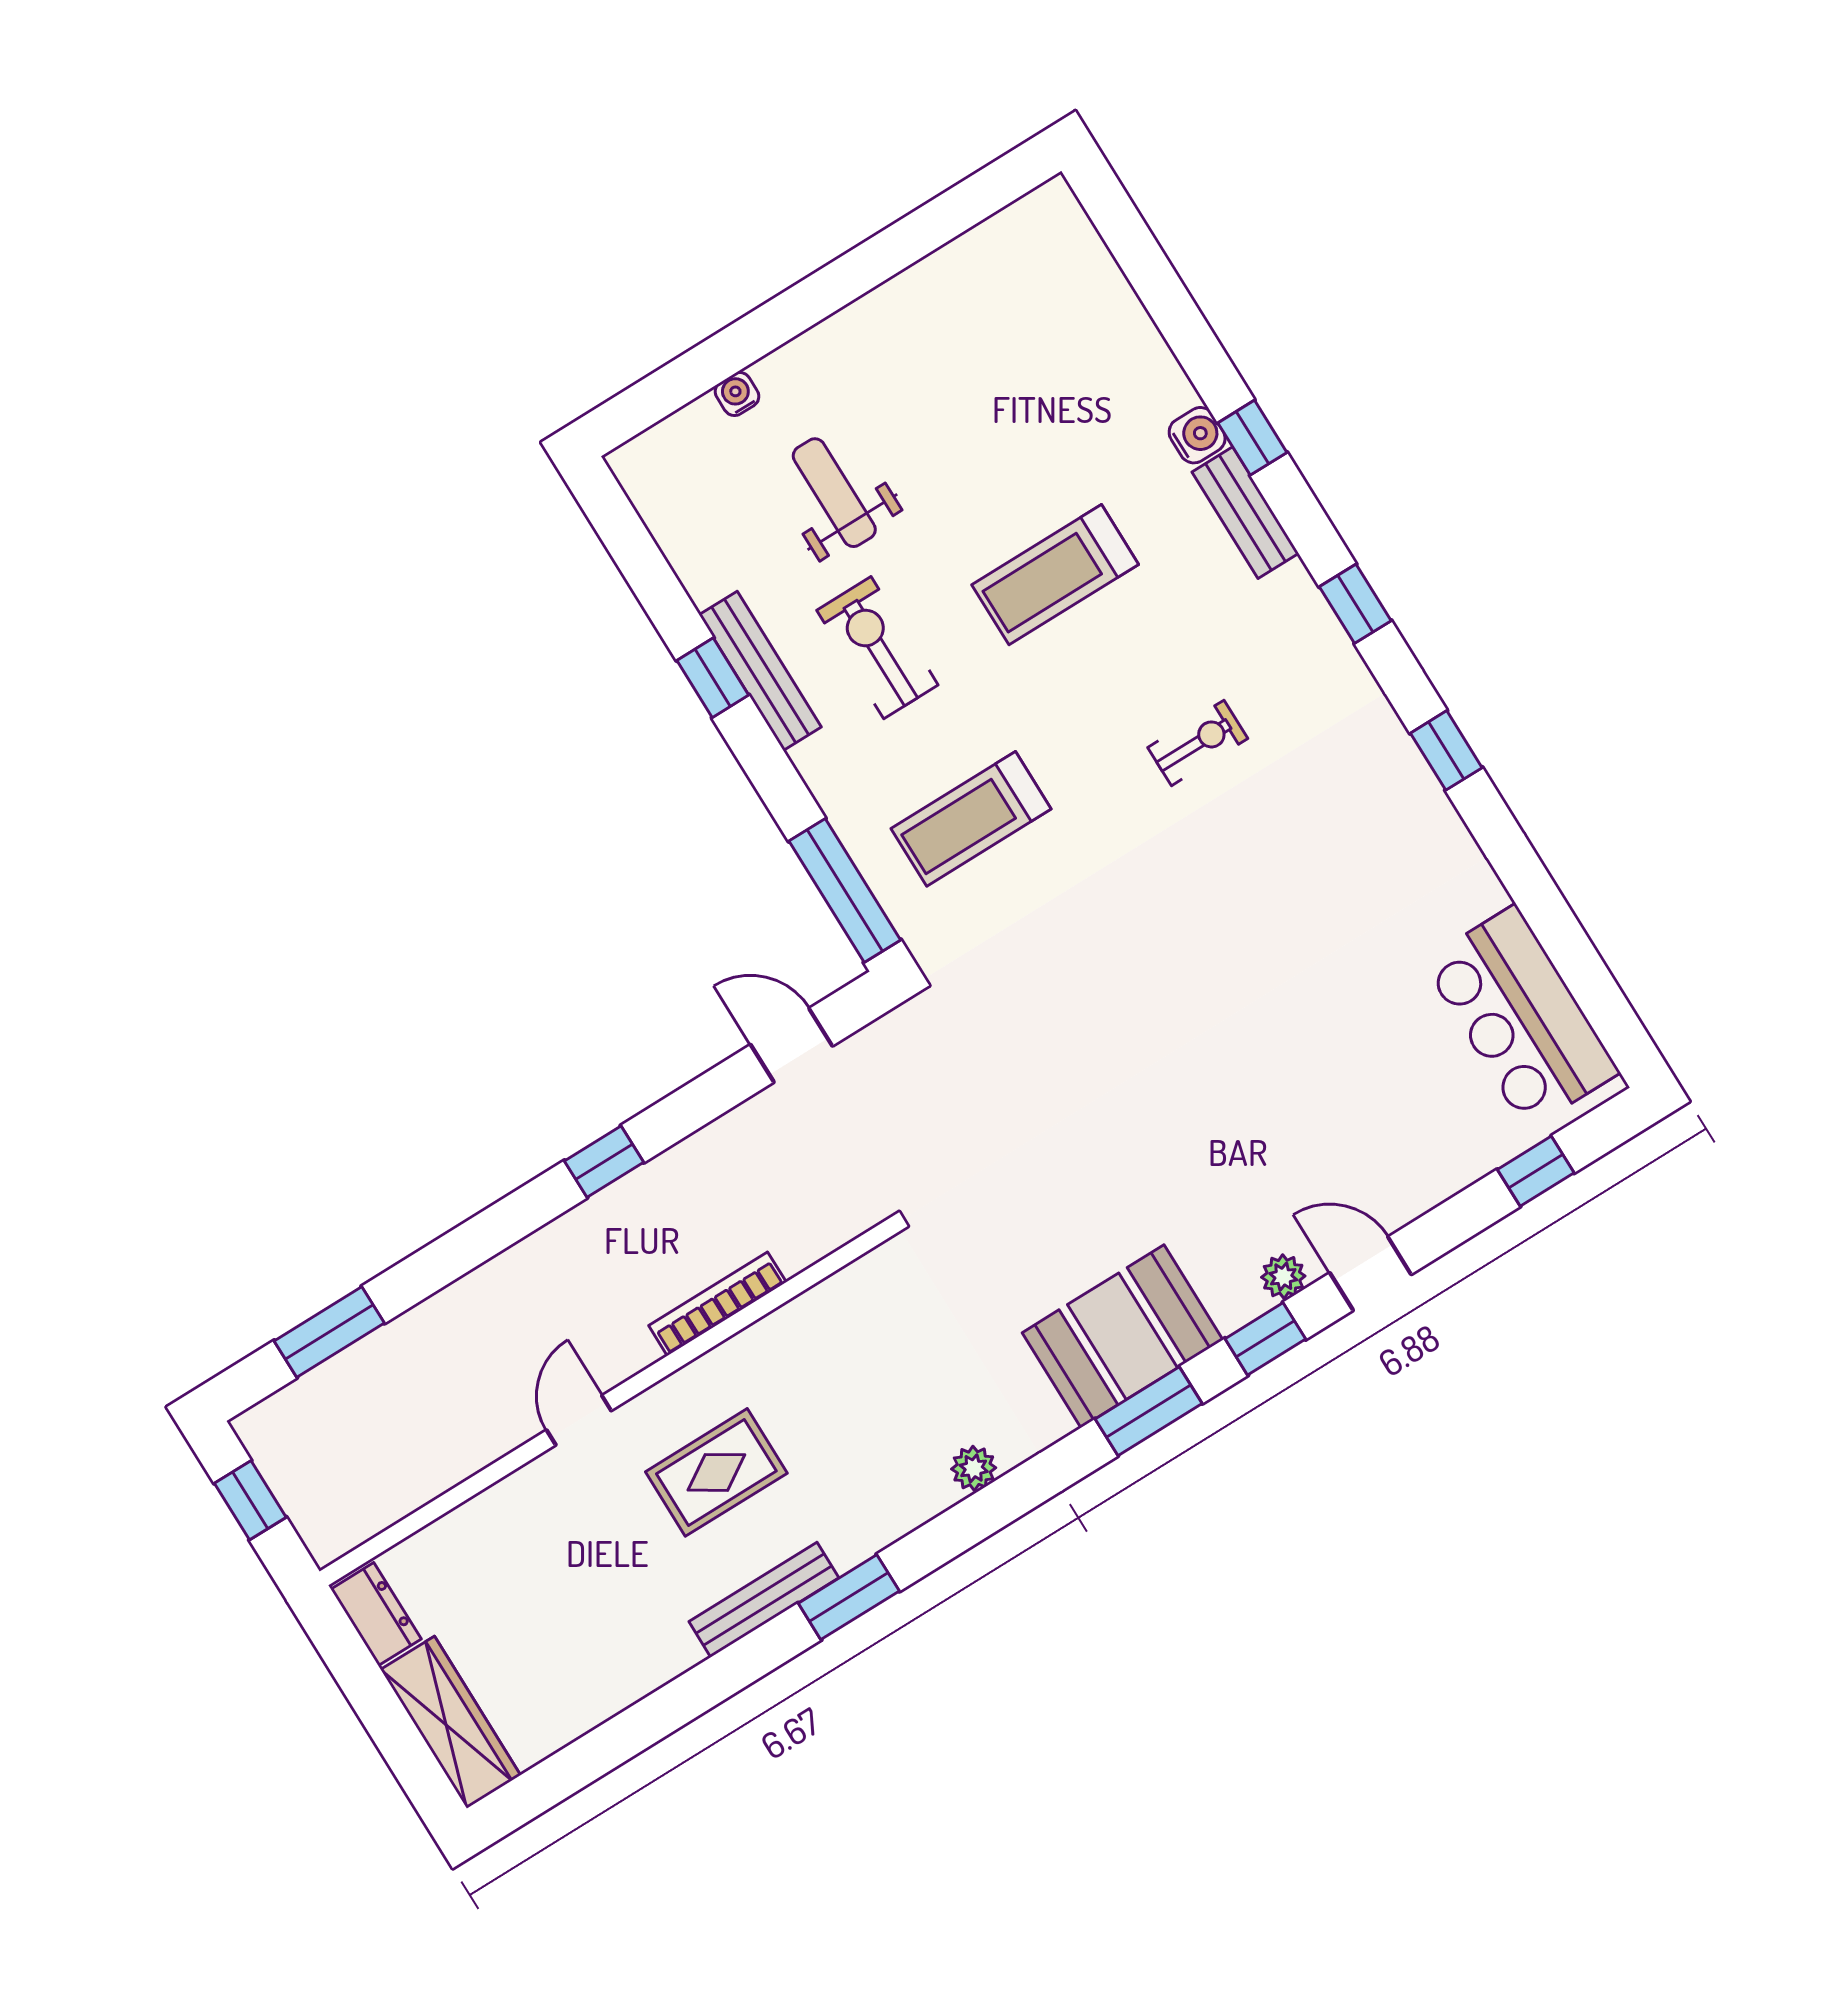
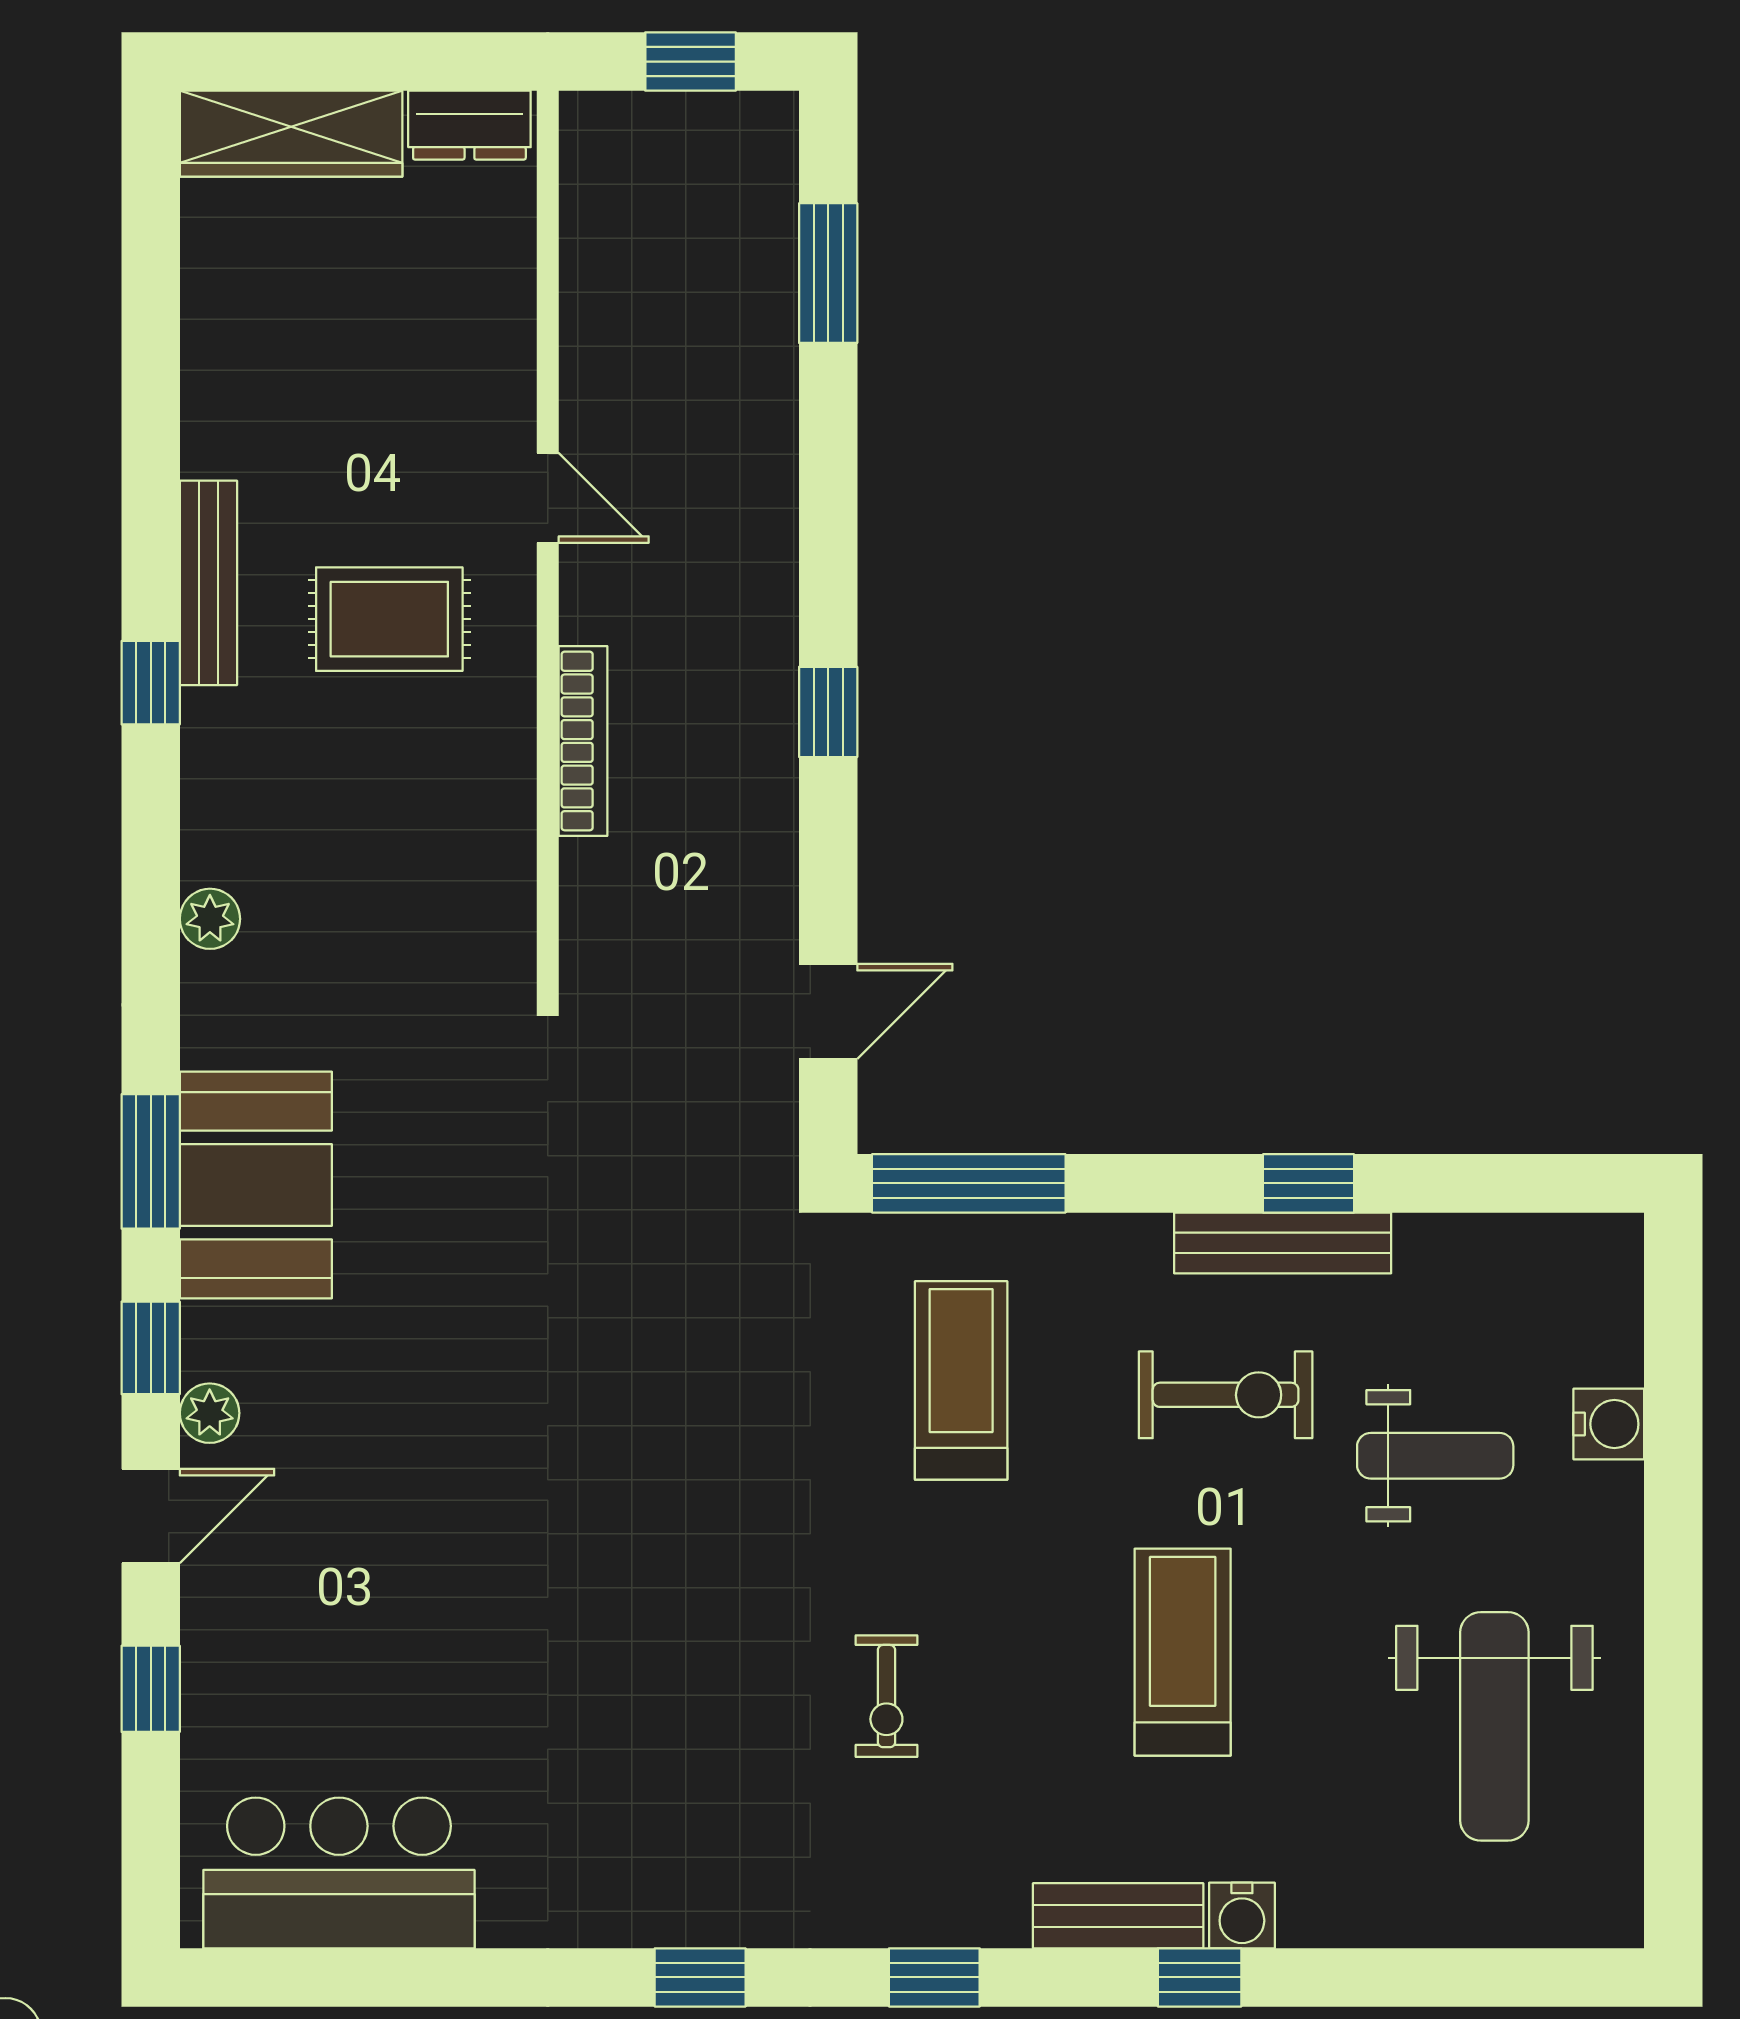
weight bench: (981, 351) -> (1494, 1726), added
water cooler: (737, 394) -> (1609, 1424), width x1.38, depth x1.38
window: (1536, 1171) -> (151, 1689), moved
rug: (716, 1472) -> (389, 619), turned 90
window: (849, 1597) -> (151, 683), width x0.67

